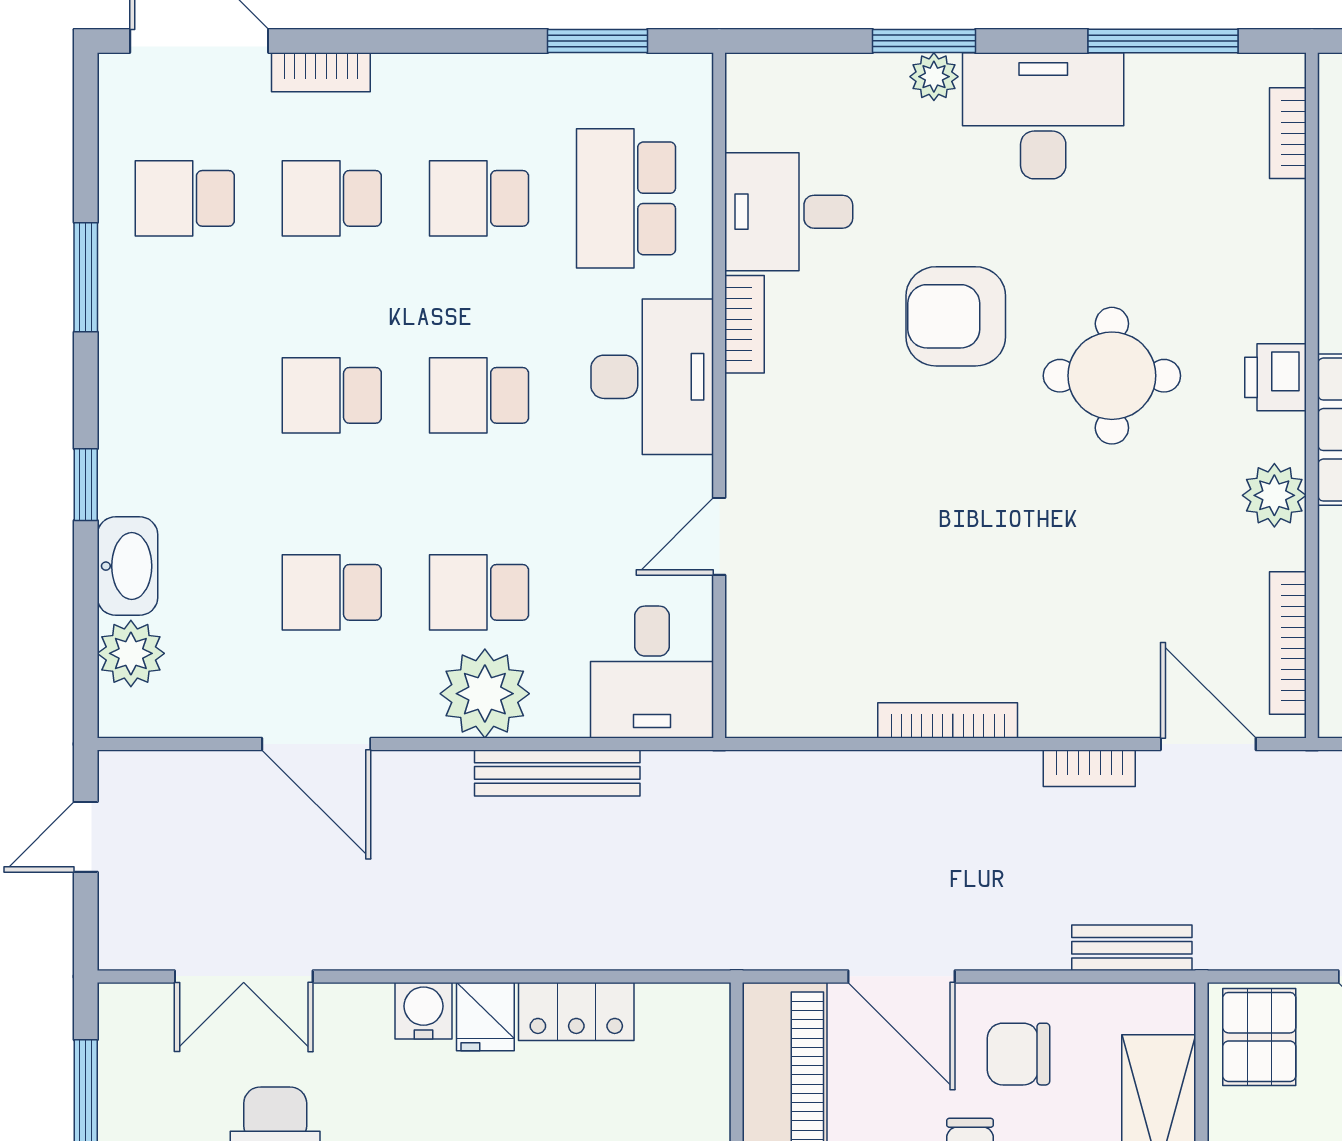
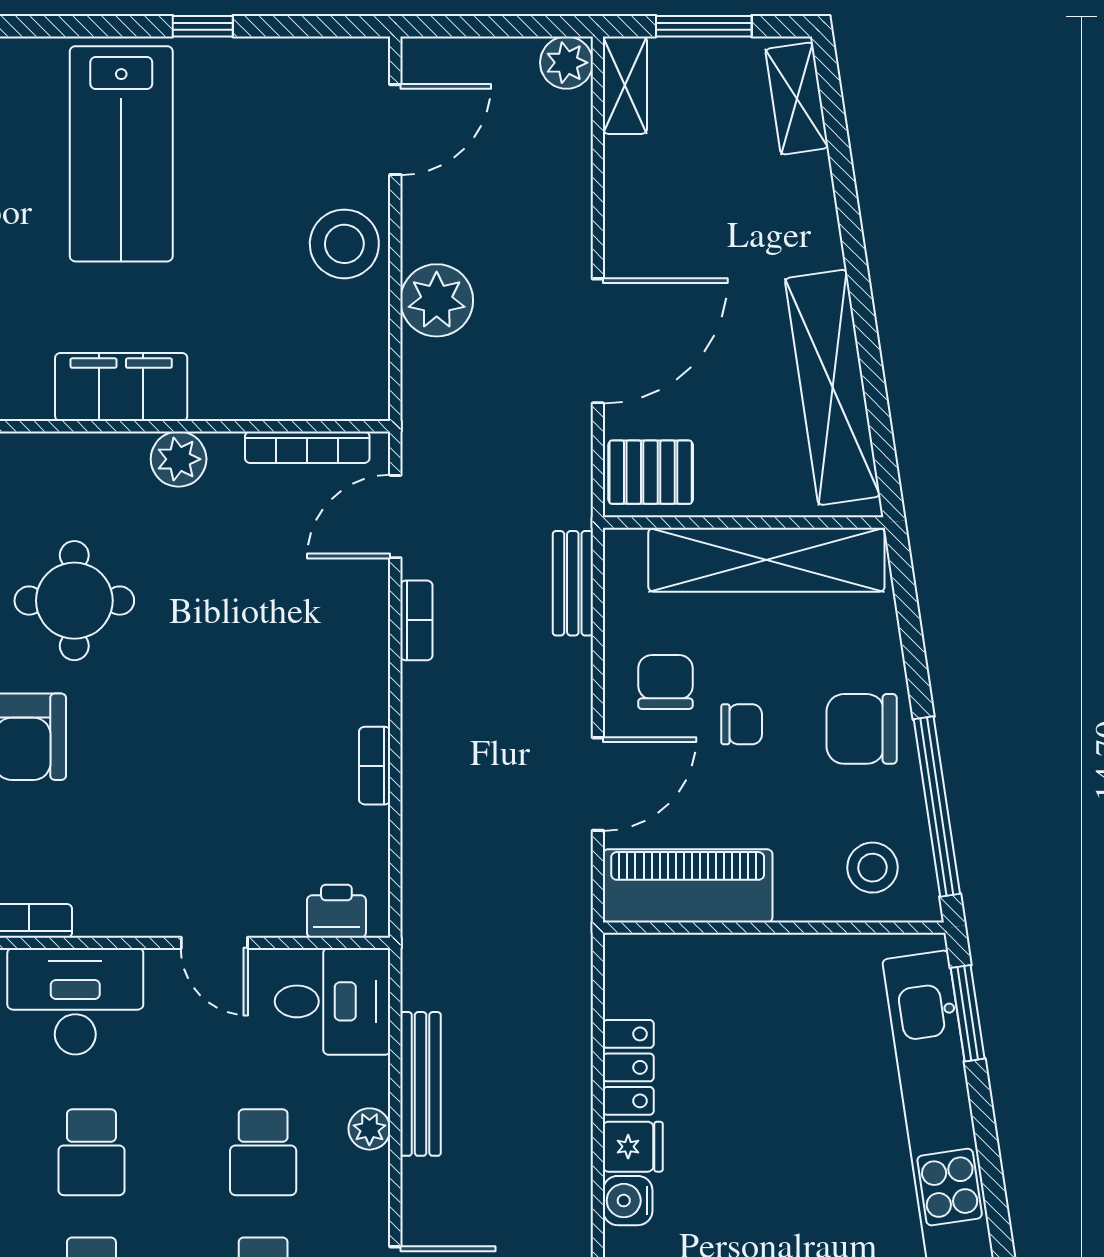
printer: (1276, 377) -> (336, 911), moved, turned 180
plant: (485, 694) -> (369, 1129), width x0.53, depth x0.53
bookcase: (948, 720) -> (375, 766), width x0.64
chair: (1019, 1054) -> (665, 682), turned 180

